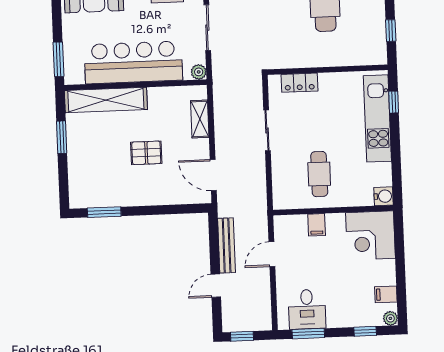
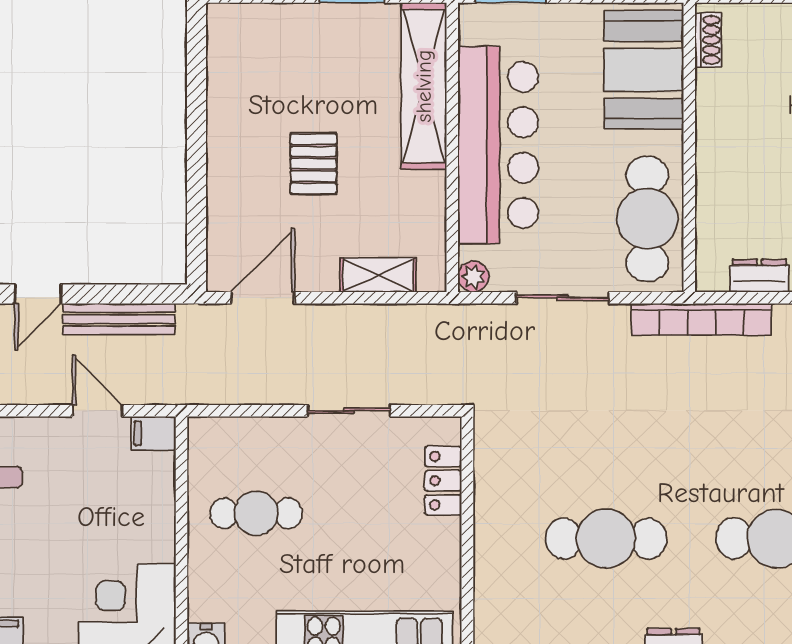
window: (104, 212) -> (197, 73), removed
filing cabinet: (317, 225) -> (153, 433), moved
door: (216, 286) -> (38, 294), swing flipped

